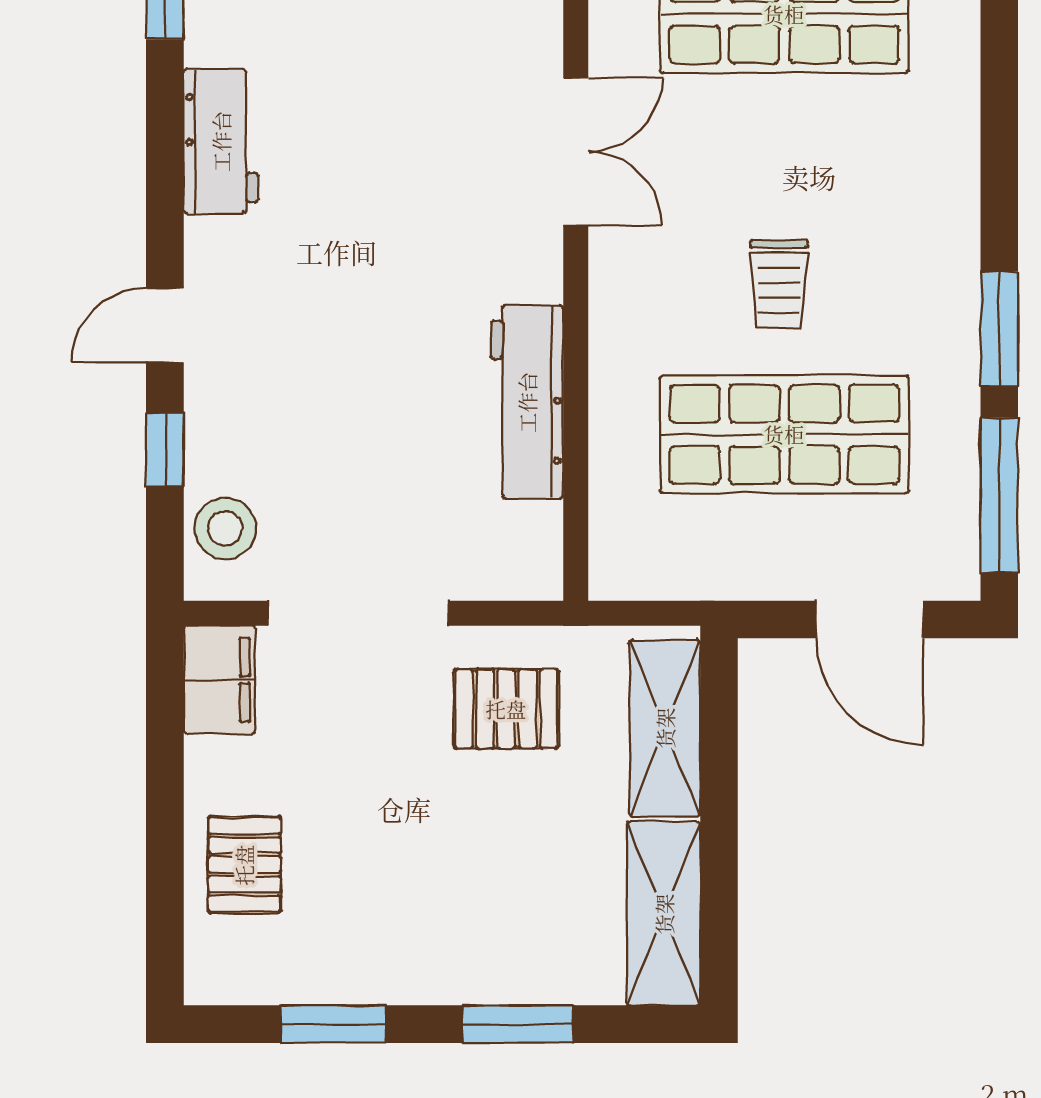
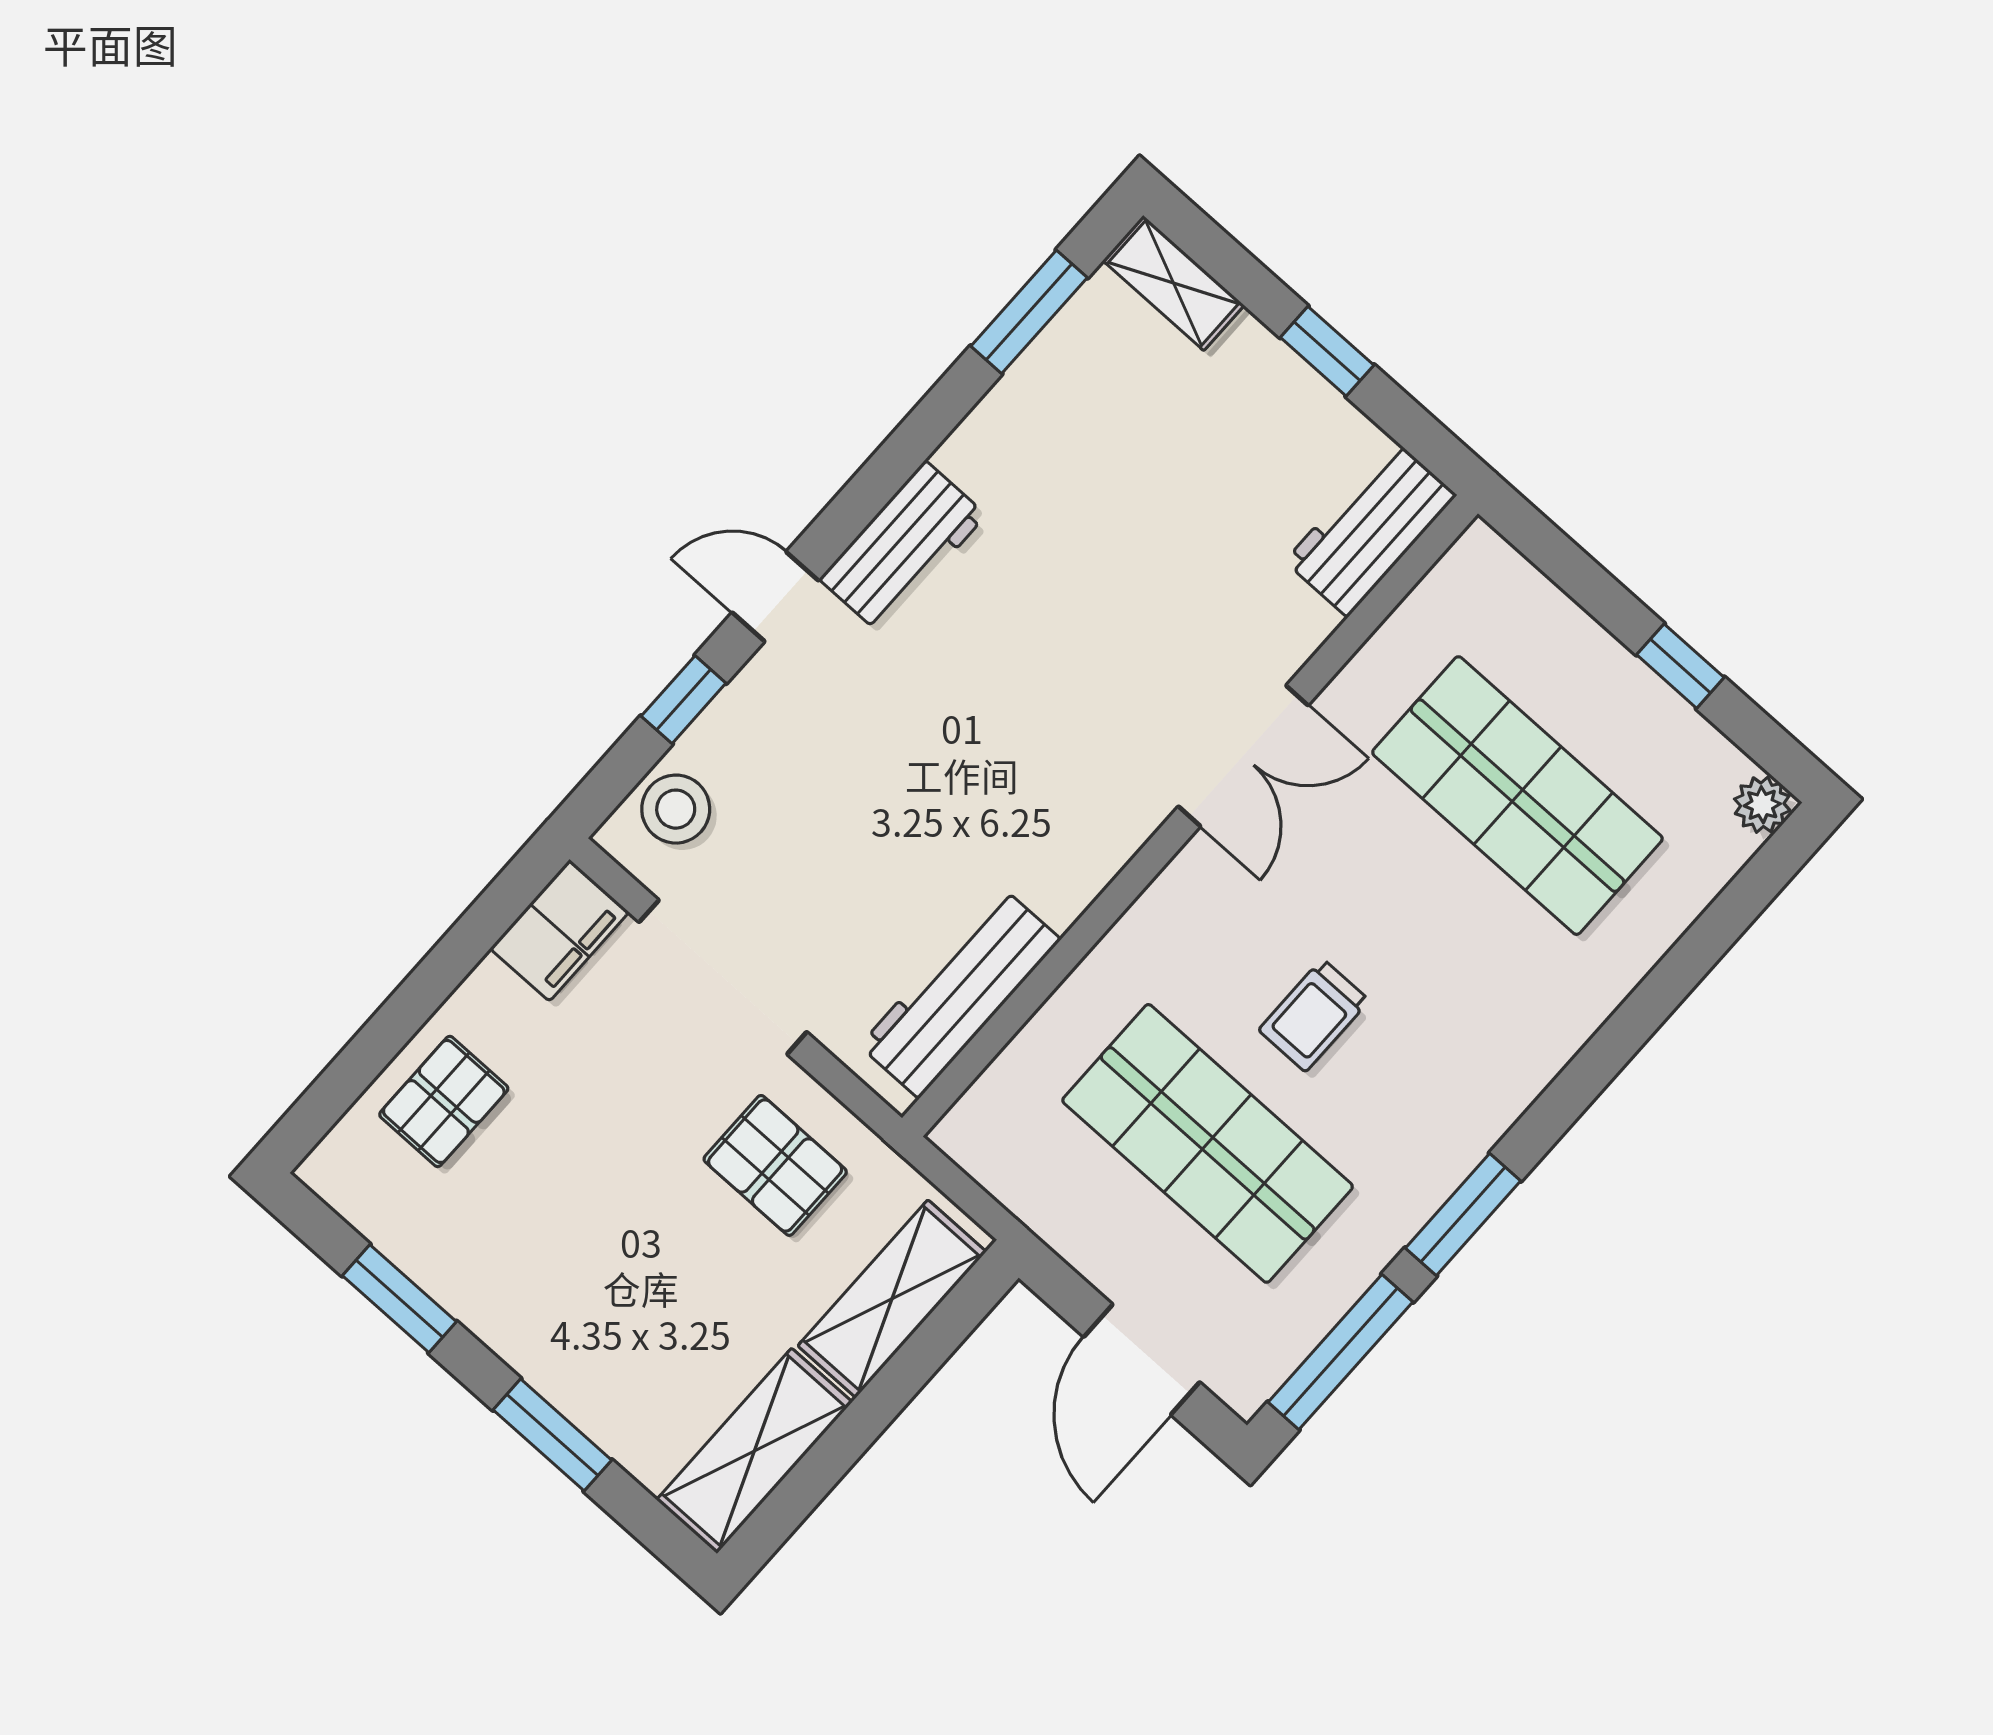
workbench: (221, 141) -> (903, 547), moved
workbench: (527, 402) -> (960, 993), moved

